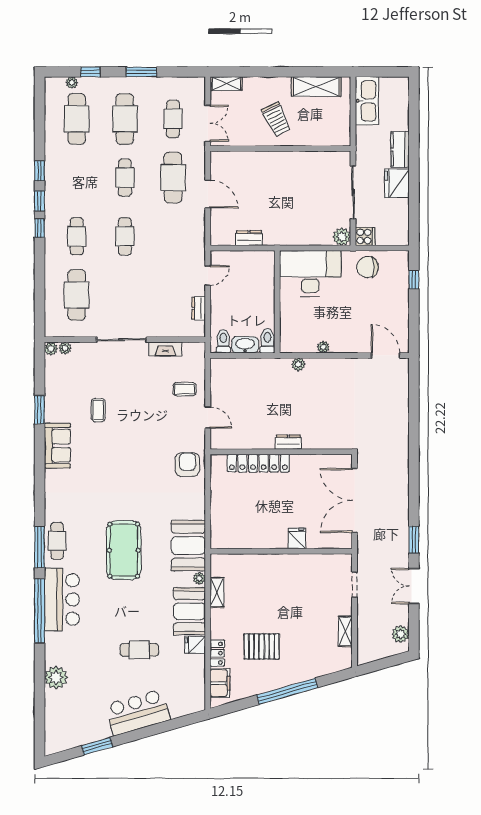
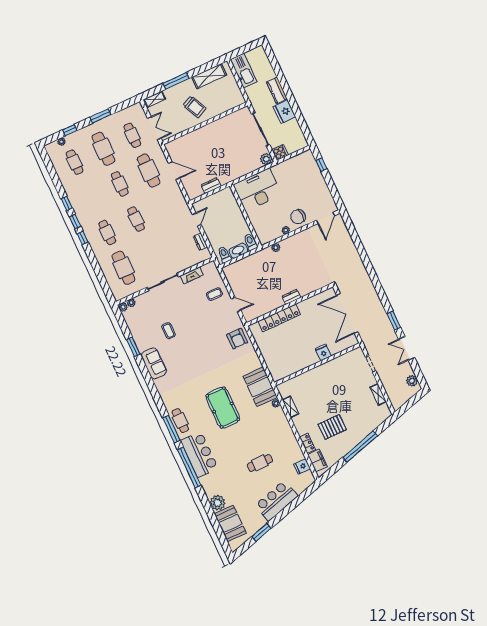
window: (268, 72) -> (176, 81), added
cafe table: (77, 119) -> (75, 162), width x0.73, depth x0.74
chair: (368, 267) -> (298, 217), moved
door: (385, 355) -> (325, 218), swing flipped
armchair: (187, 465) -> (237, 339), turned 180
booth: (189, 611) -> (230, 523), moved
fridge: (195, 645) -> (302, 466), moved

